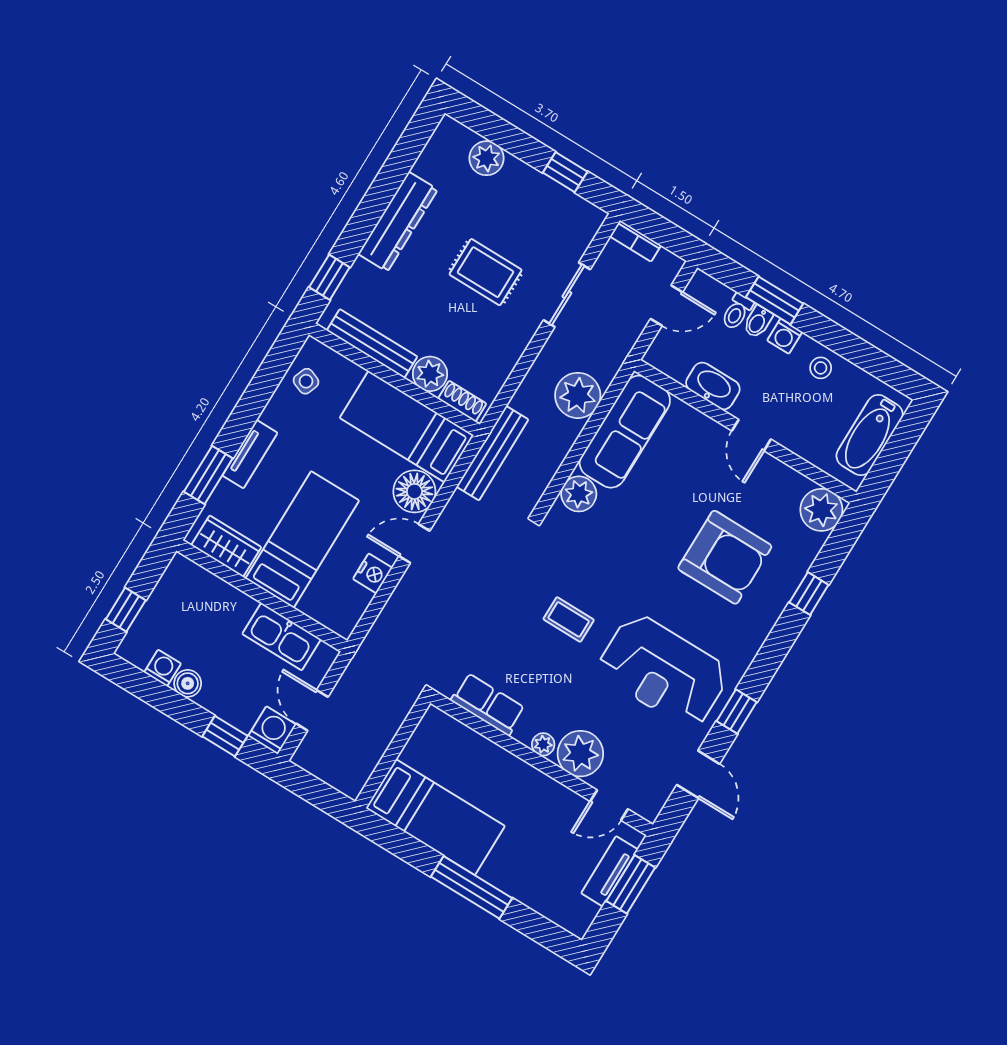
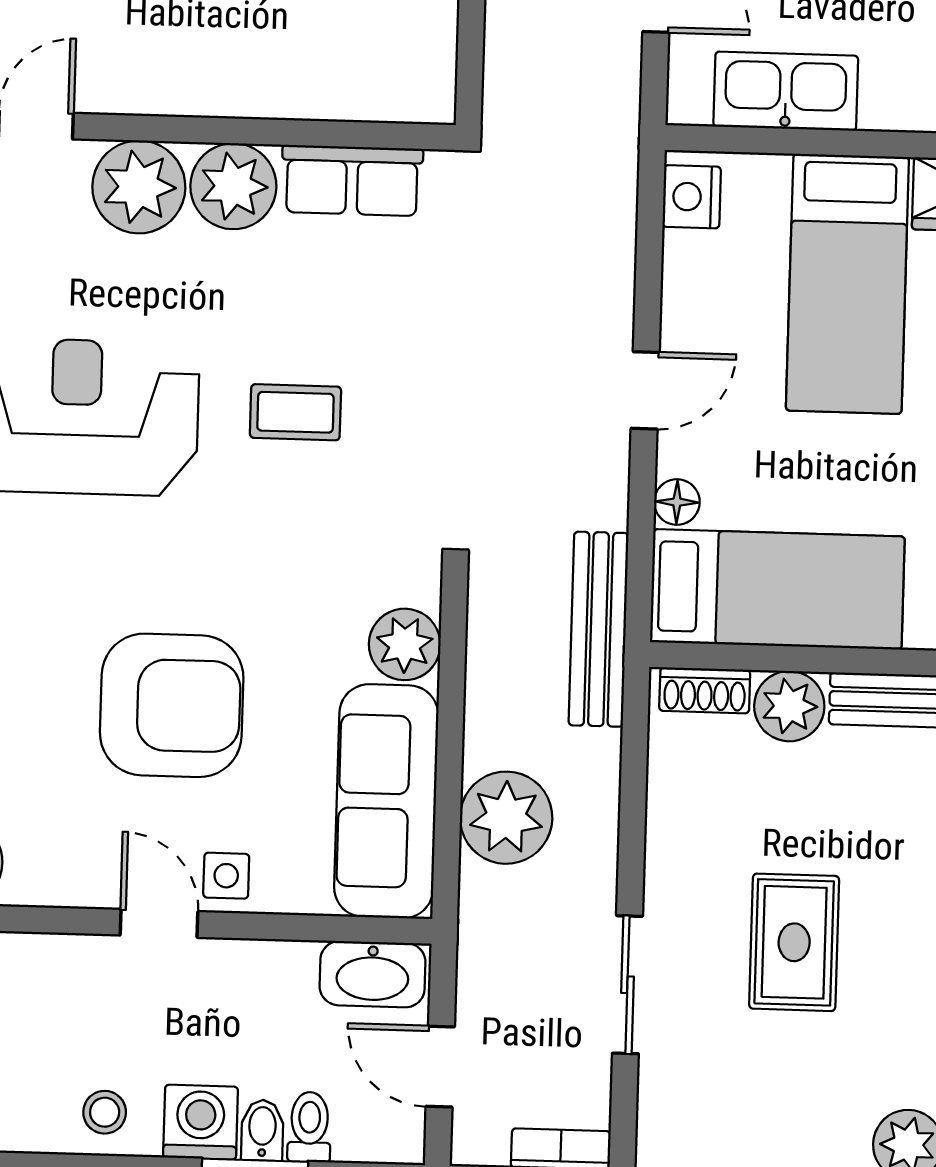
rug: (486, 272) -> (794, 942), turned 90
door: (667, 306) -> (440, 1067), hinge flipped
washing machine: (785, 336) -> (201, 1122), width x1.38, depth x1.38
washbasin: (713, 386) -> (372, 974), moved
side table: (711, 439) -> (226, 876), added
floor lamp: (414, 491) -> (677, 502), width x0.53, depth x0.53
armchair: (725, 557) -> (172, 705), moved, turned 180
nightstand: (373, 573) -> (692, 197), moved
plant: (543, 744) -> (233, 186), width x1.88, depth x1.88

